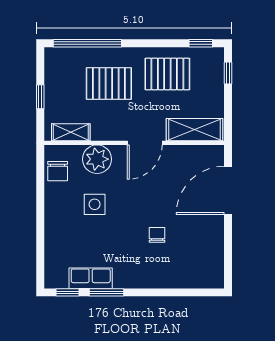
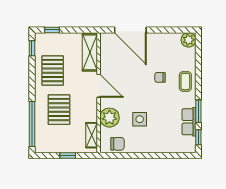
coffee table: (151, 273) -> (185, 81), added
plant: (213, 278) -> (189, 40), added

